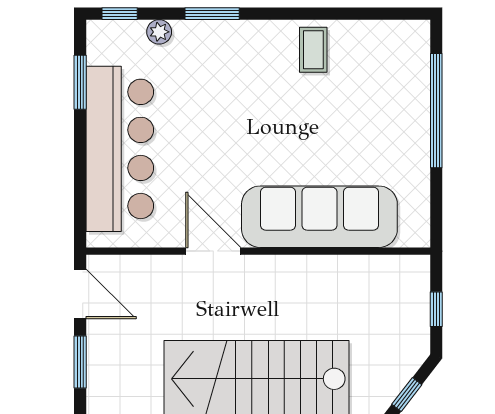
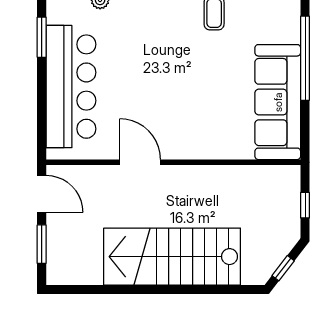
sofa: (319, 217) -> (278, 102), moved, turned -90

